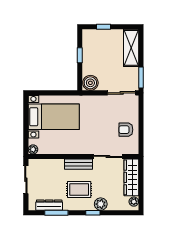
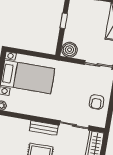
armchair: (126, 130) -> (97, 102), turned -90

